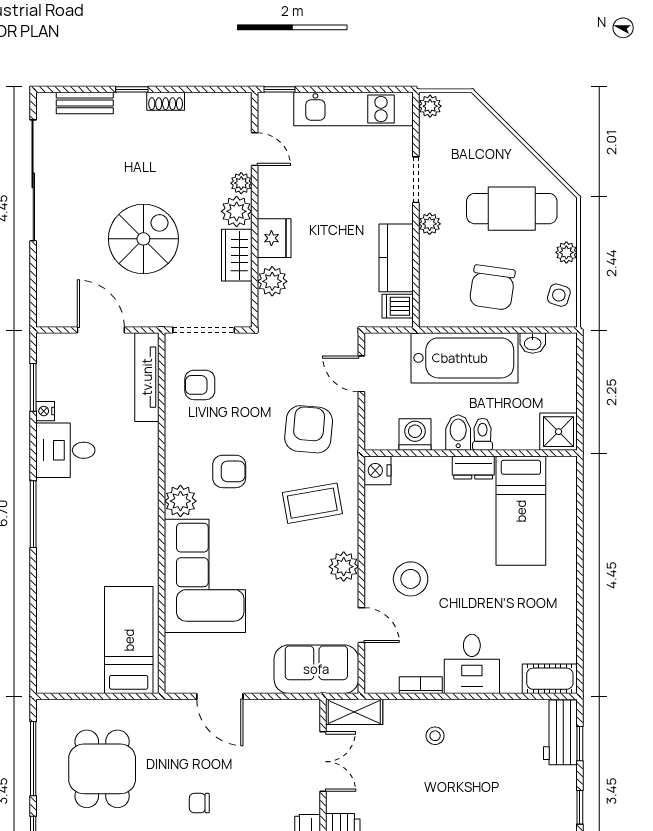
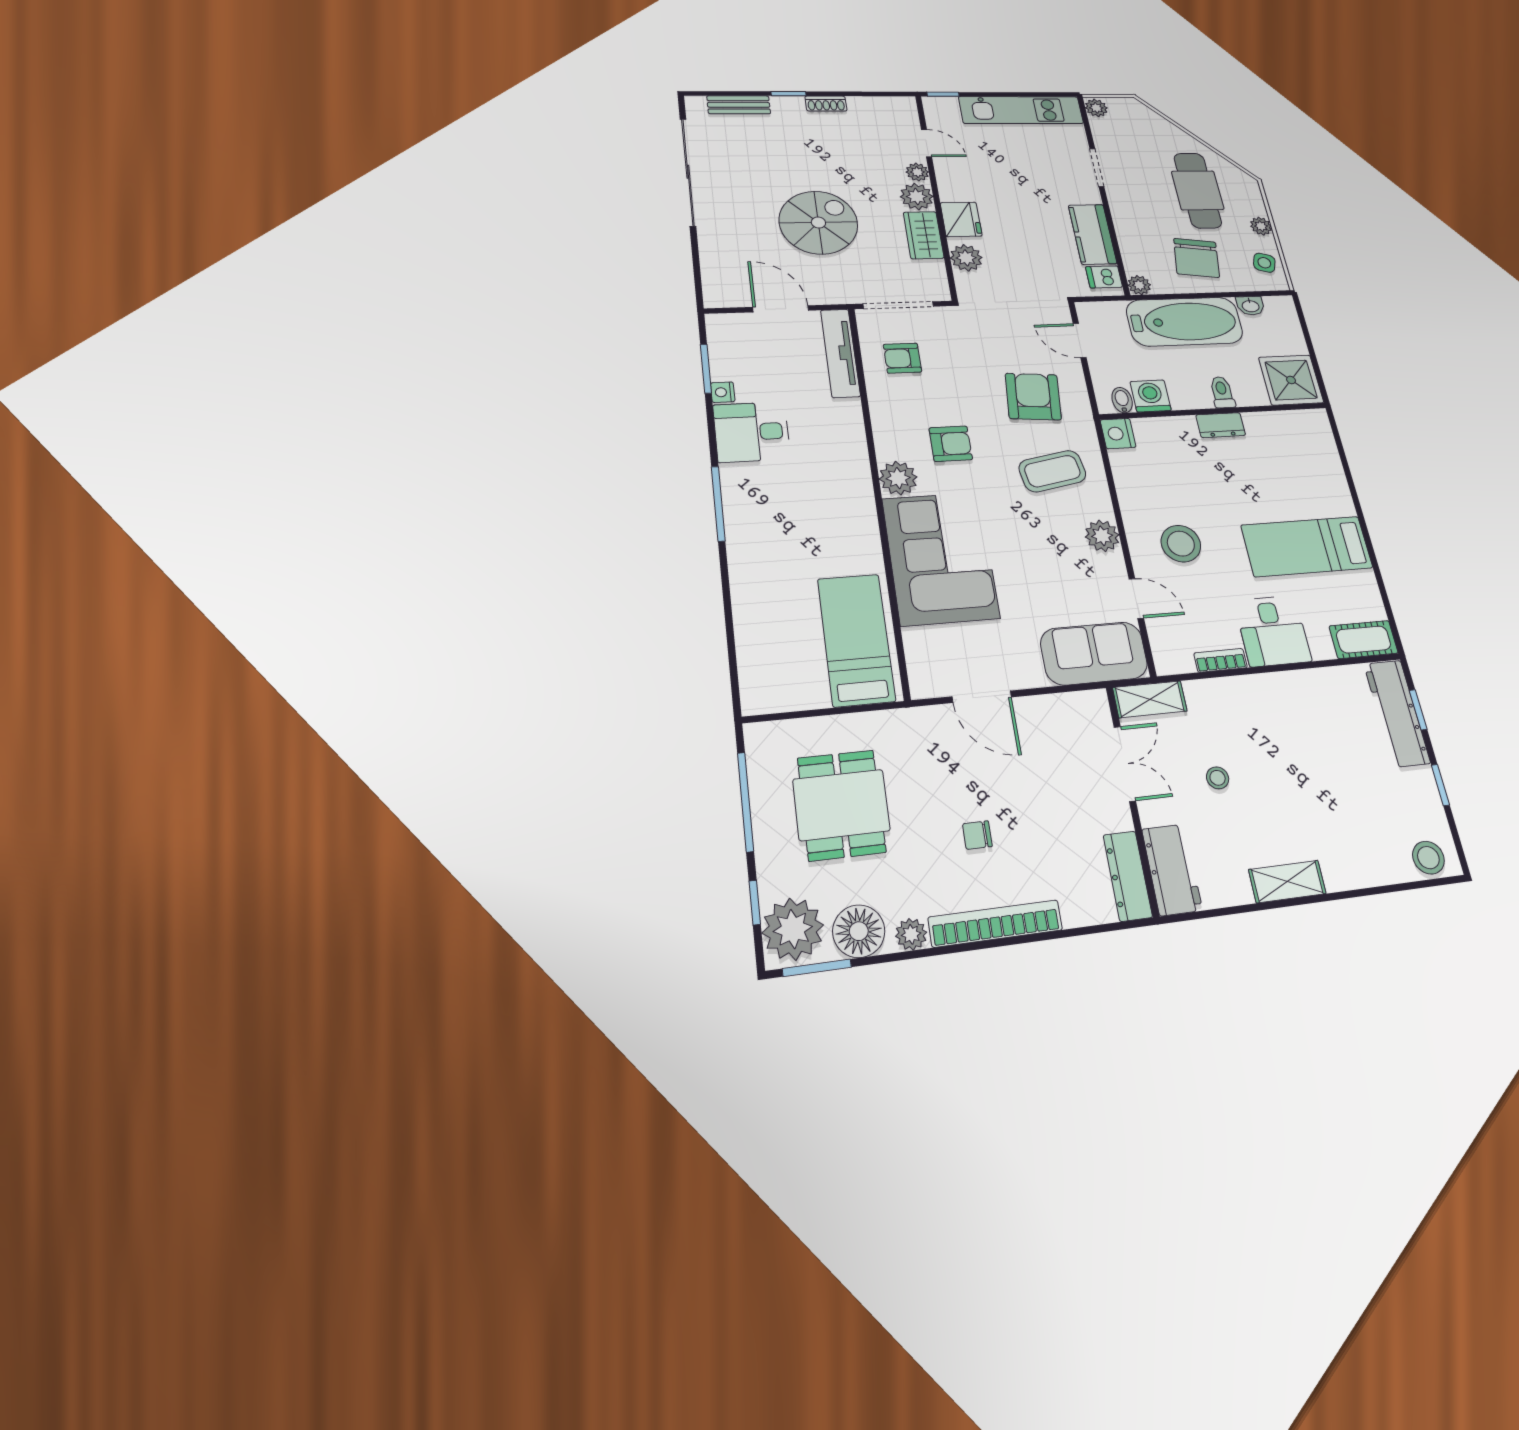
cafe table: (512, 209) -> (1198, 190), turned 90
plant: (430, 224) -> (1139, 285), moved
bidet: (458, 432) -> (1122, 400), moved, width x0.72, depth x0.74
shower: (559, 432) -> (1291, 380), width x1.36, depth x1.36
bed: (521, 511) -> (1307, 546), moved, turned 90
workbench: (560, 732) -> (1397, 713), width x1.38
stool: (435, 736) -> (1218, 778), moved

